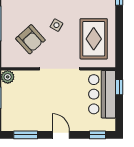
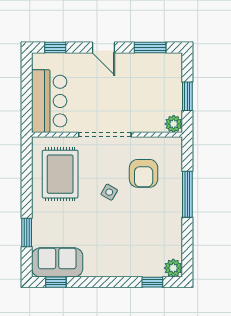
armchair: (30, 39) -> (144, 173), turned -138
window: (119, 87) -> (27, 110), removed

